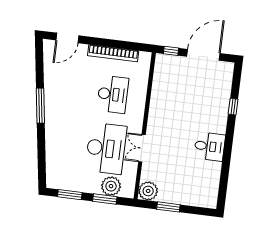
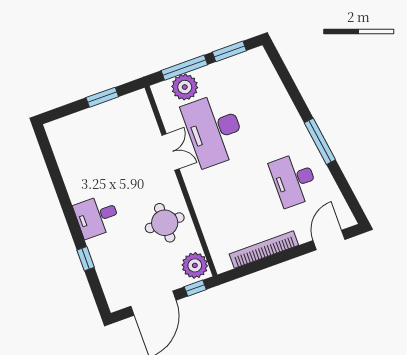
desk: (113, 94) -> (294, 180), moved
round table: (169, 104) -> (165, 223), added
desk: (210, 146) -> (97, 216), moved
plant: (148, 191) -> (195, 265), moved
window: (105, 199) -> (184, 68), width x1.44

